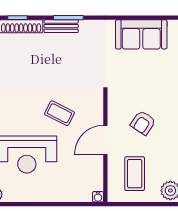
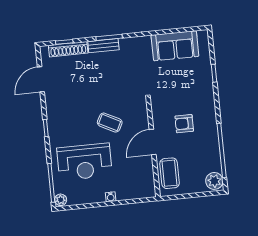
armchair: (143, 123) -> (184, 124), turned 56
coffee table: (135, 174) -> (170, 173), moved
water cooler: (98, 197) -> (111, 197), moved

